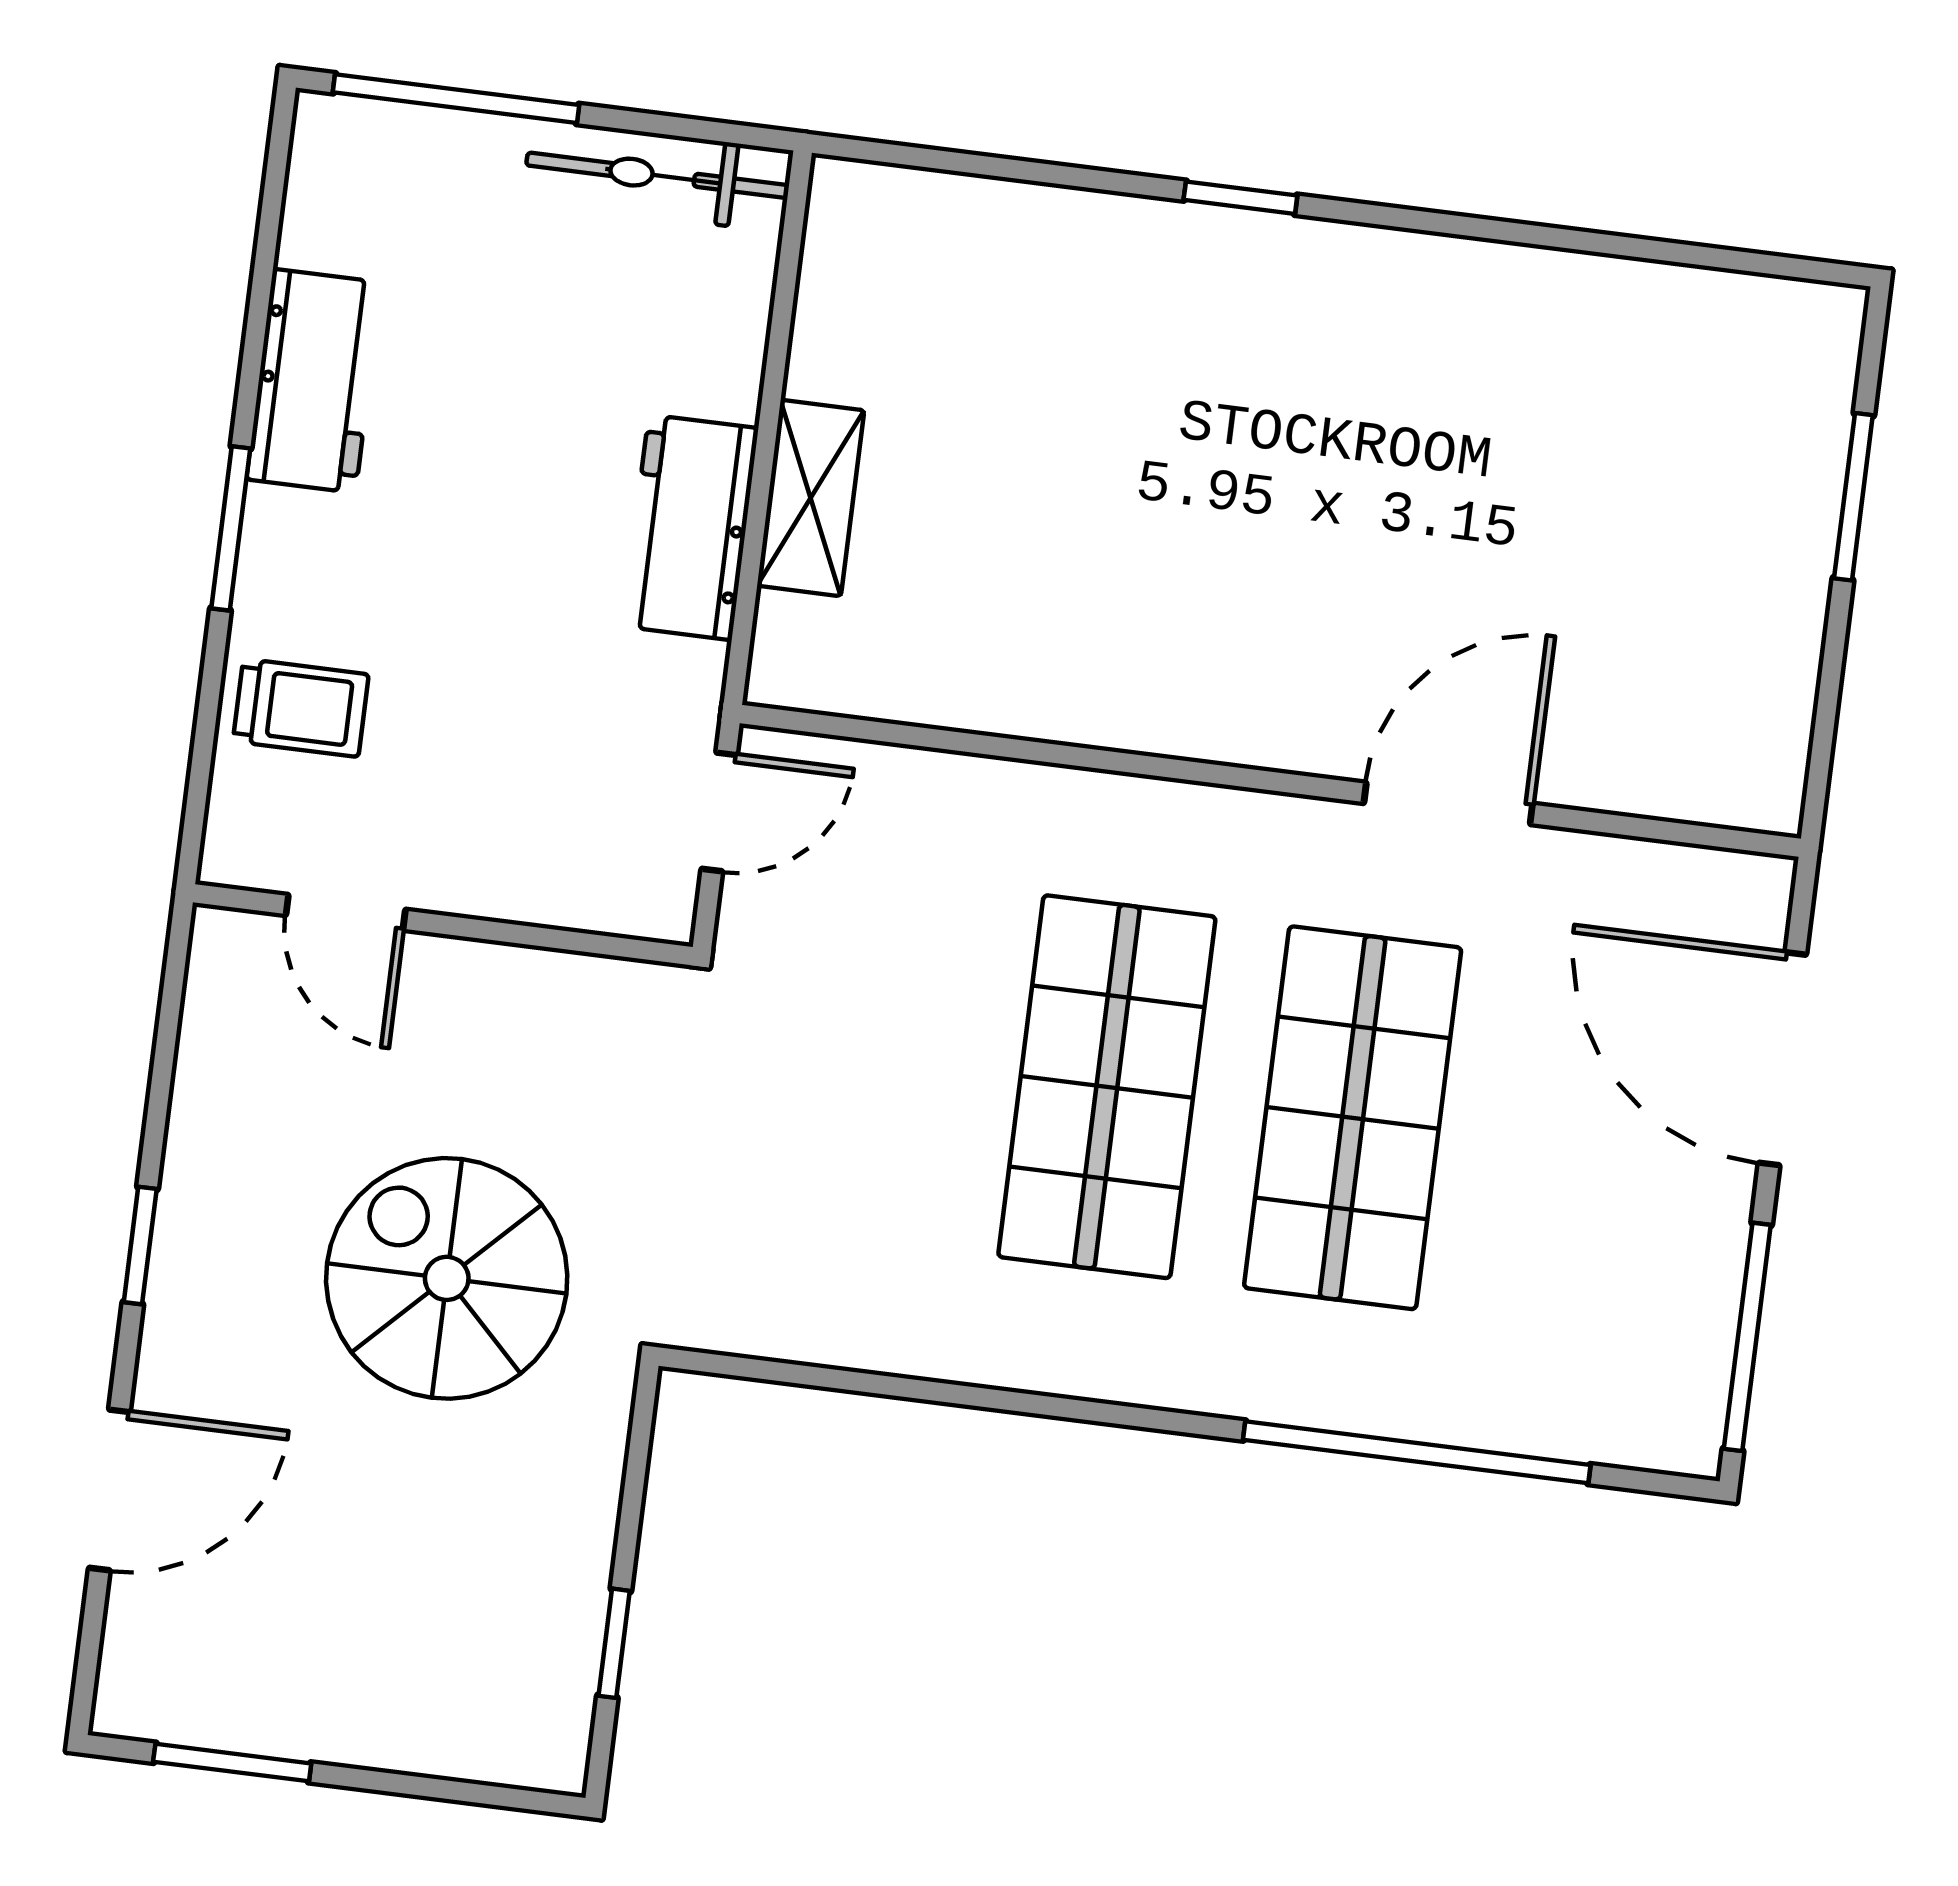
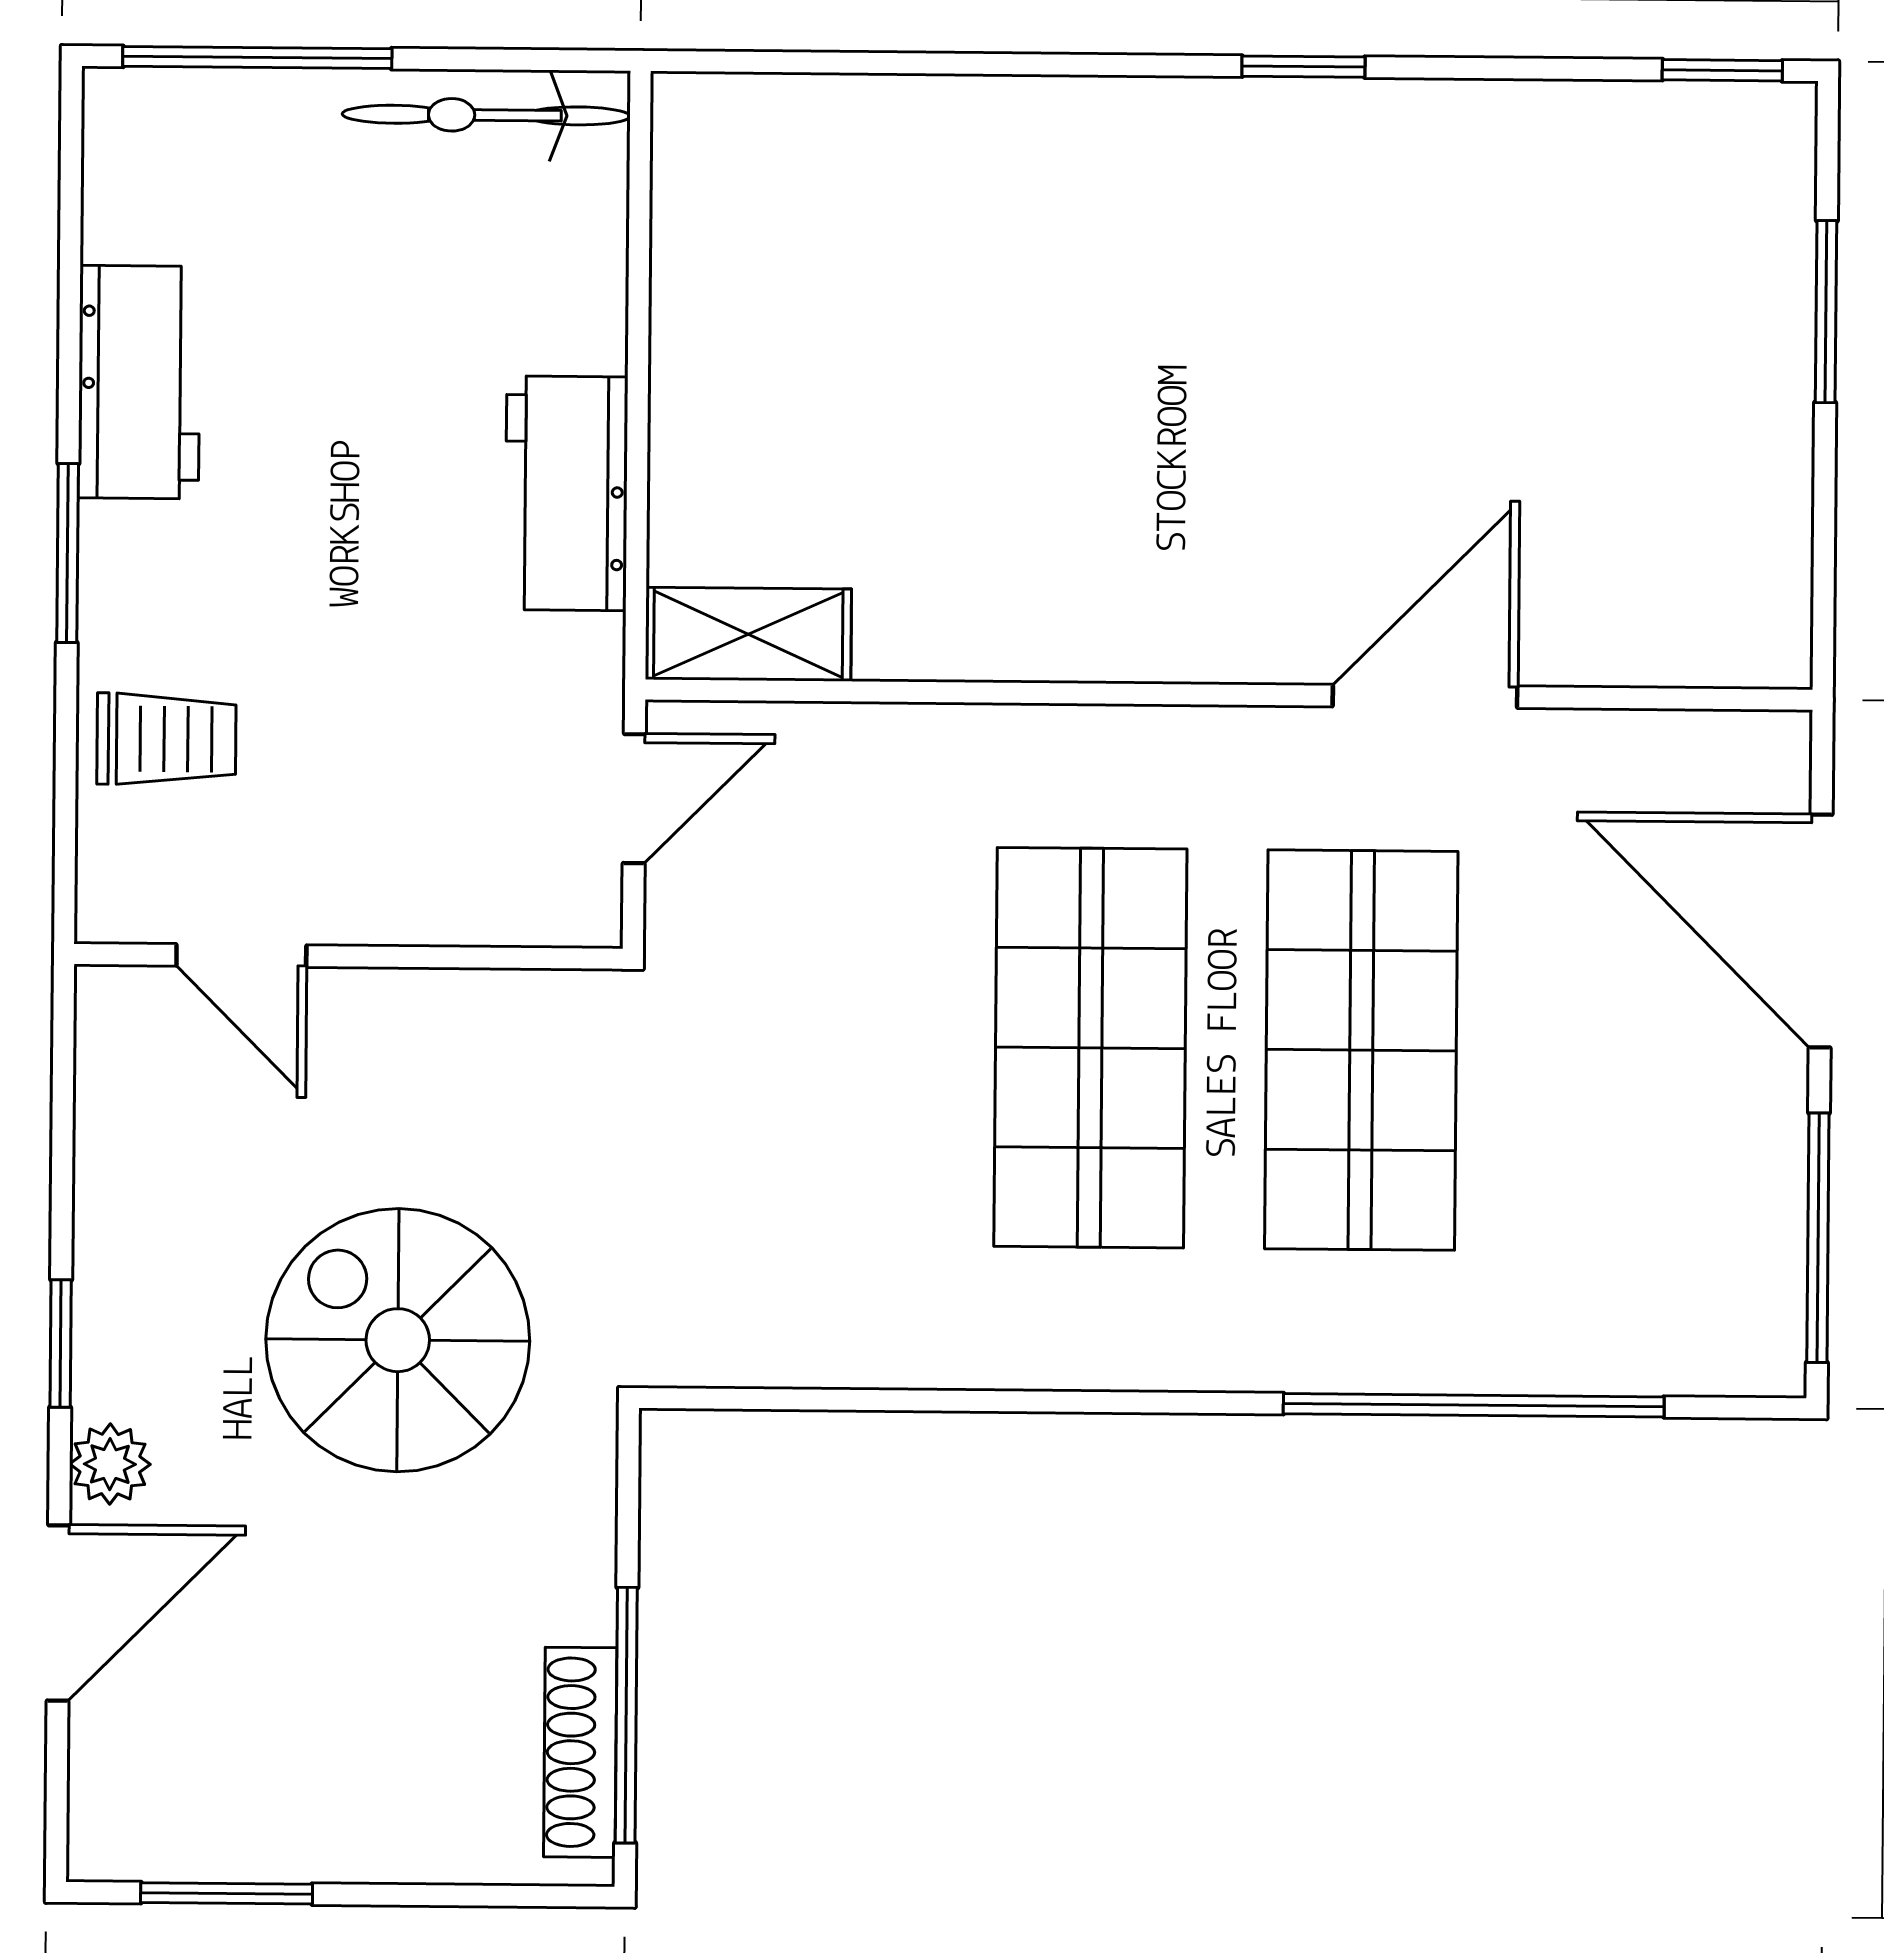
window: (1240, 198) -> (1303, 67), moved
window: (1785, 267) -> (1722, 70), added
shelving: (811, 498) -> (748, 634), moved, turned 90
plant: (172, 1360) -> (110, 1464), added
window: (614, 1643) -> (626, 1715), width x2.17
shoe rack: (568, 1672) -> (580, 1752), added

